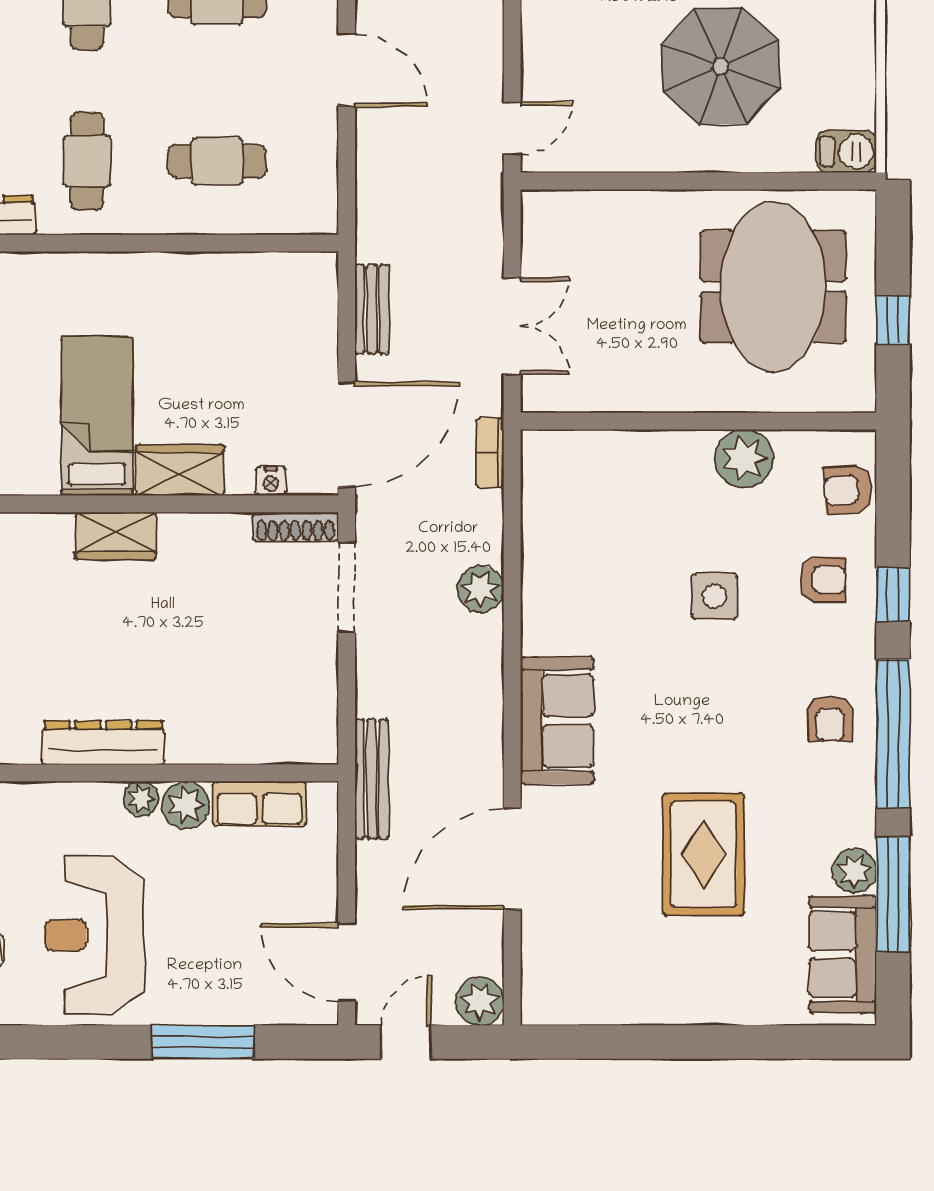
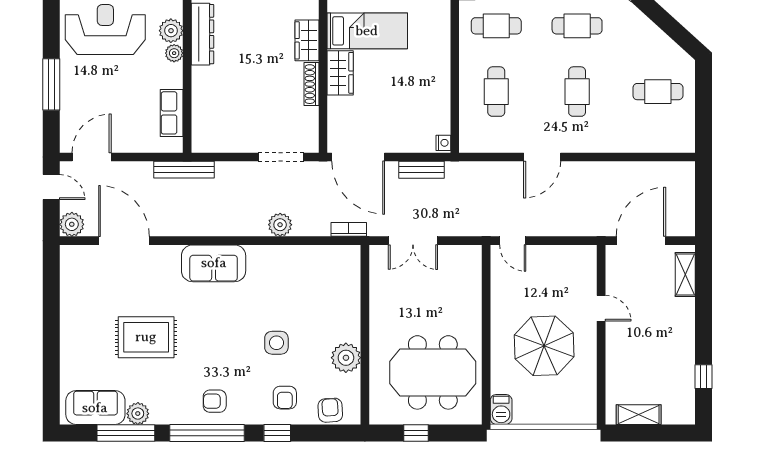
nightstand: (271, 481) -> (443, 143), moved, turned 180
shoe rack: (295, 527) -> (312, 84), moved
plant: (186, 805) -> (171, 31), moved
door: (512, 859) -> (124, 241), moved

